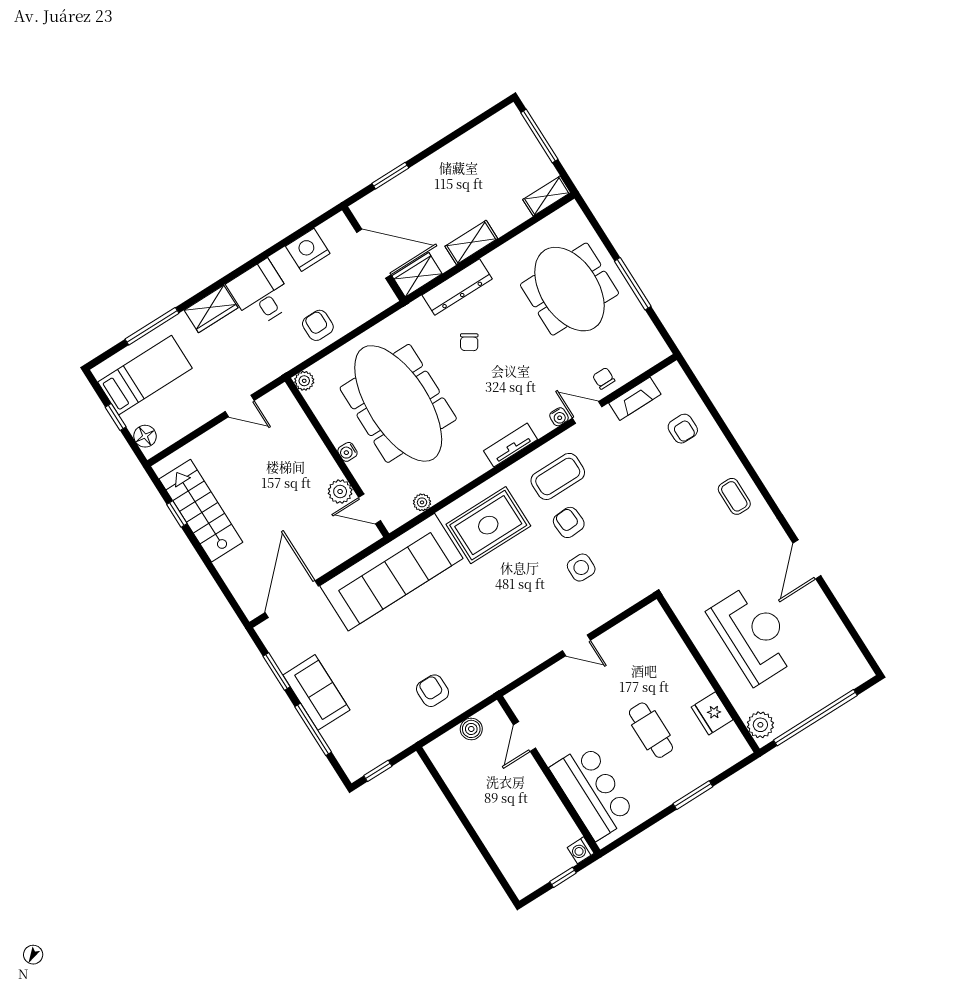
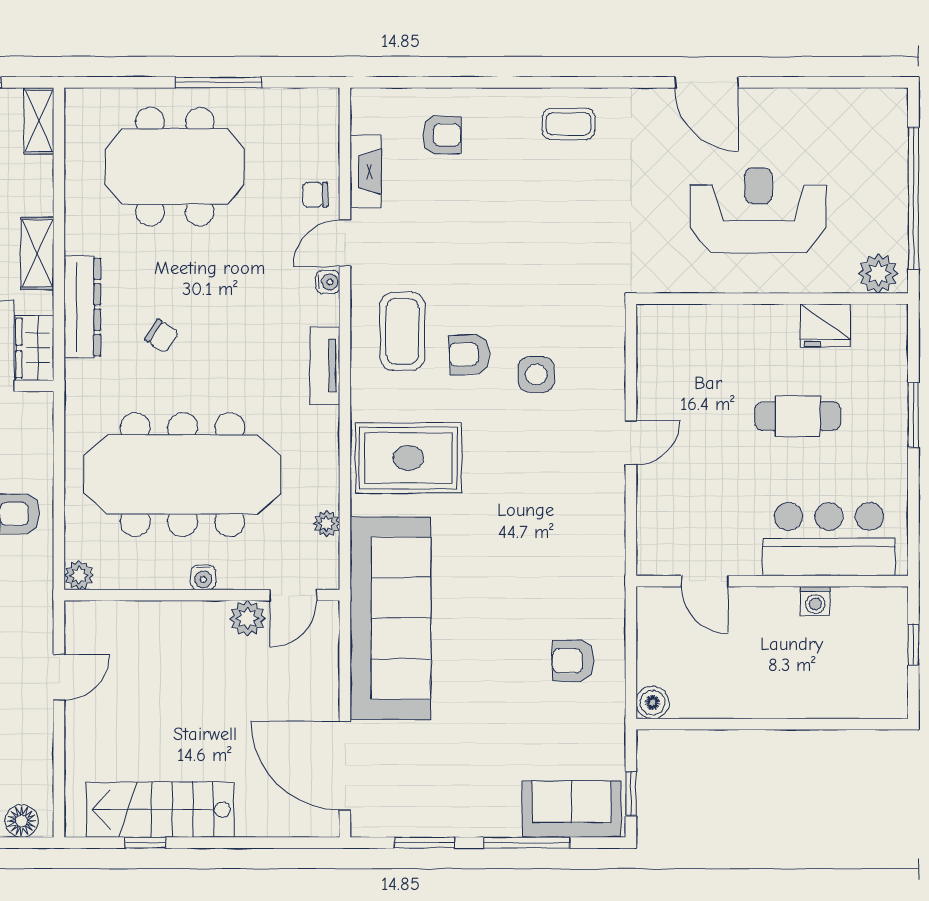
rug: (488, 525) -> (408, 458), turned 90
sofa: (316, 692) -> (572, 809), moved
boiler: (471, 729) -> (652, 703), moved
washing machine: (581, 850) -> (815, 601), moved

